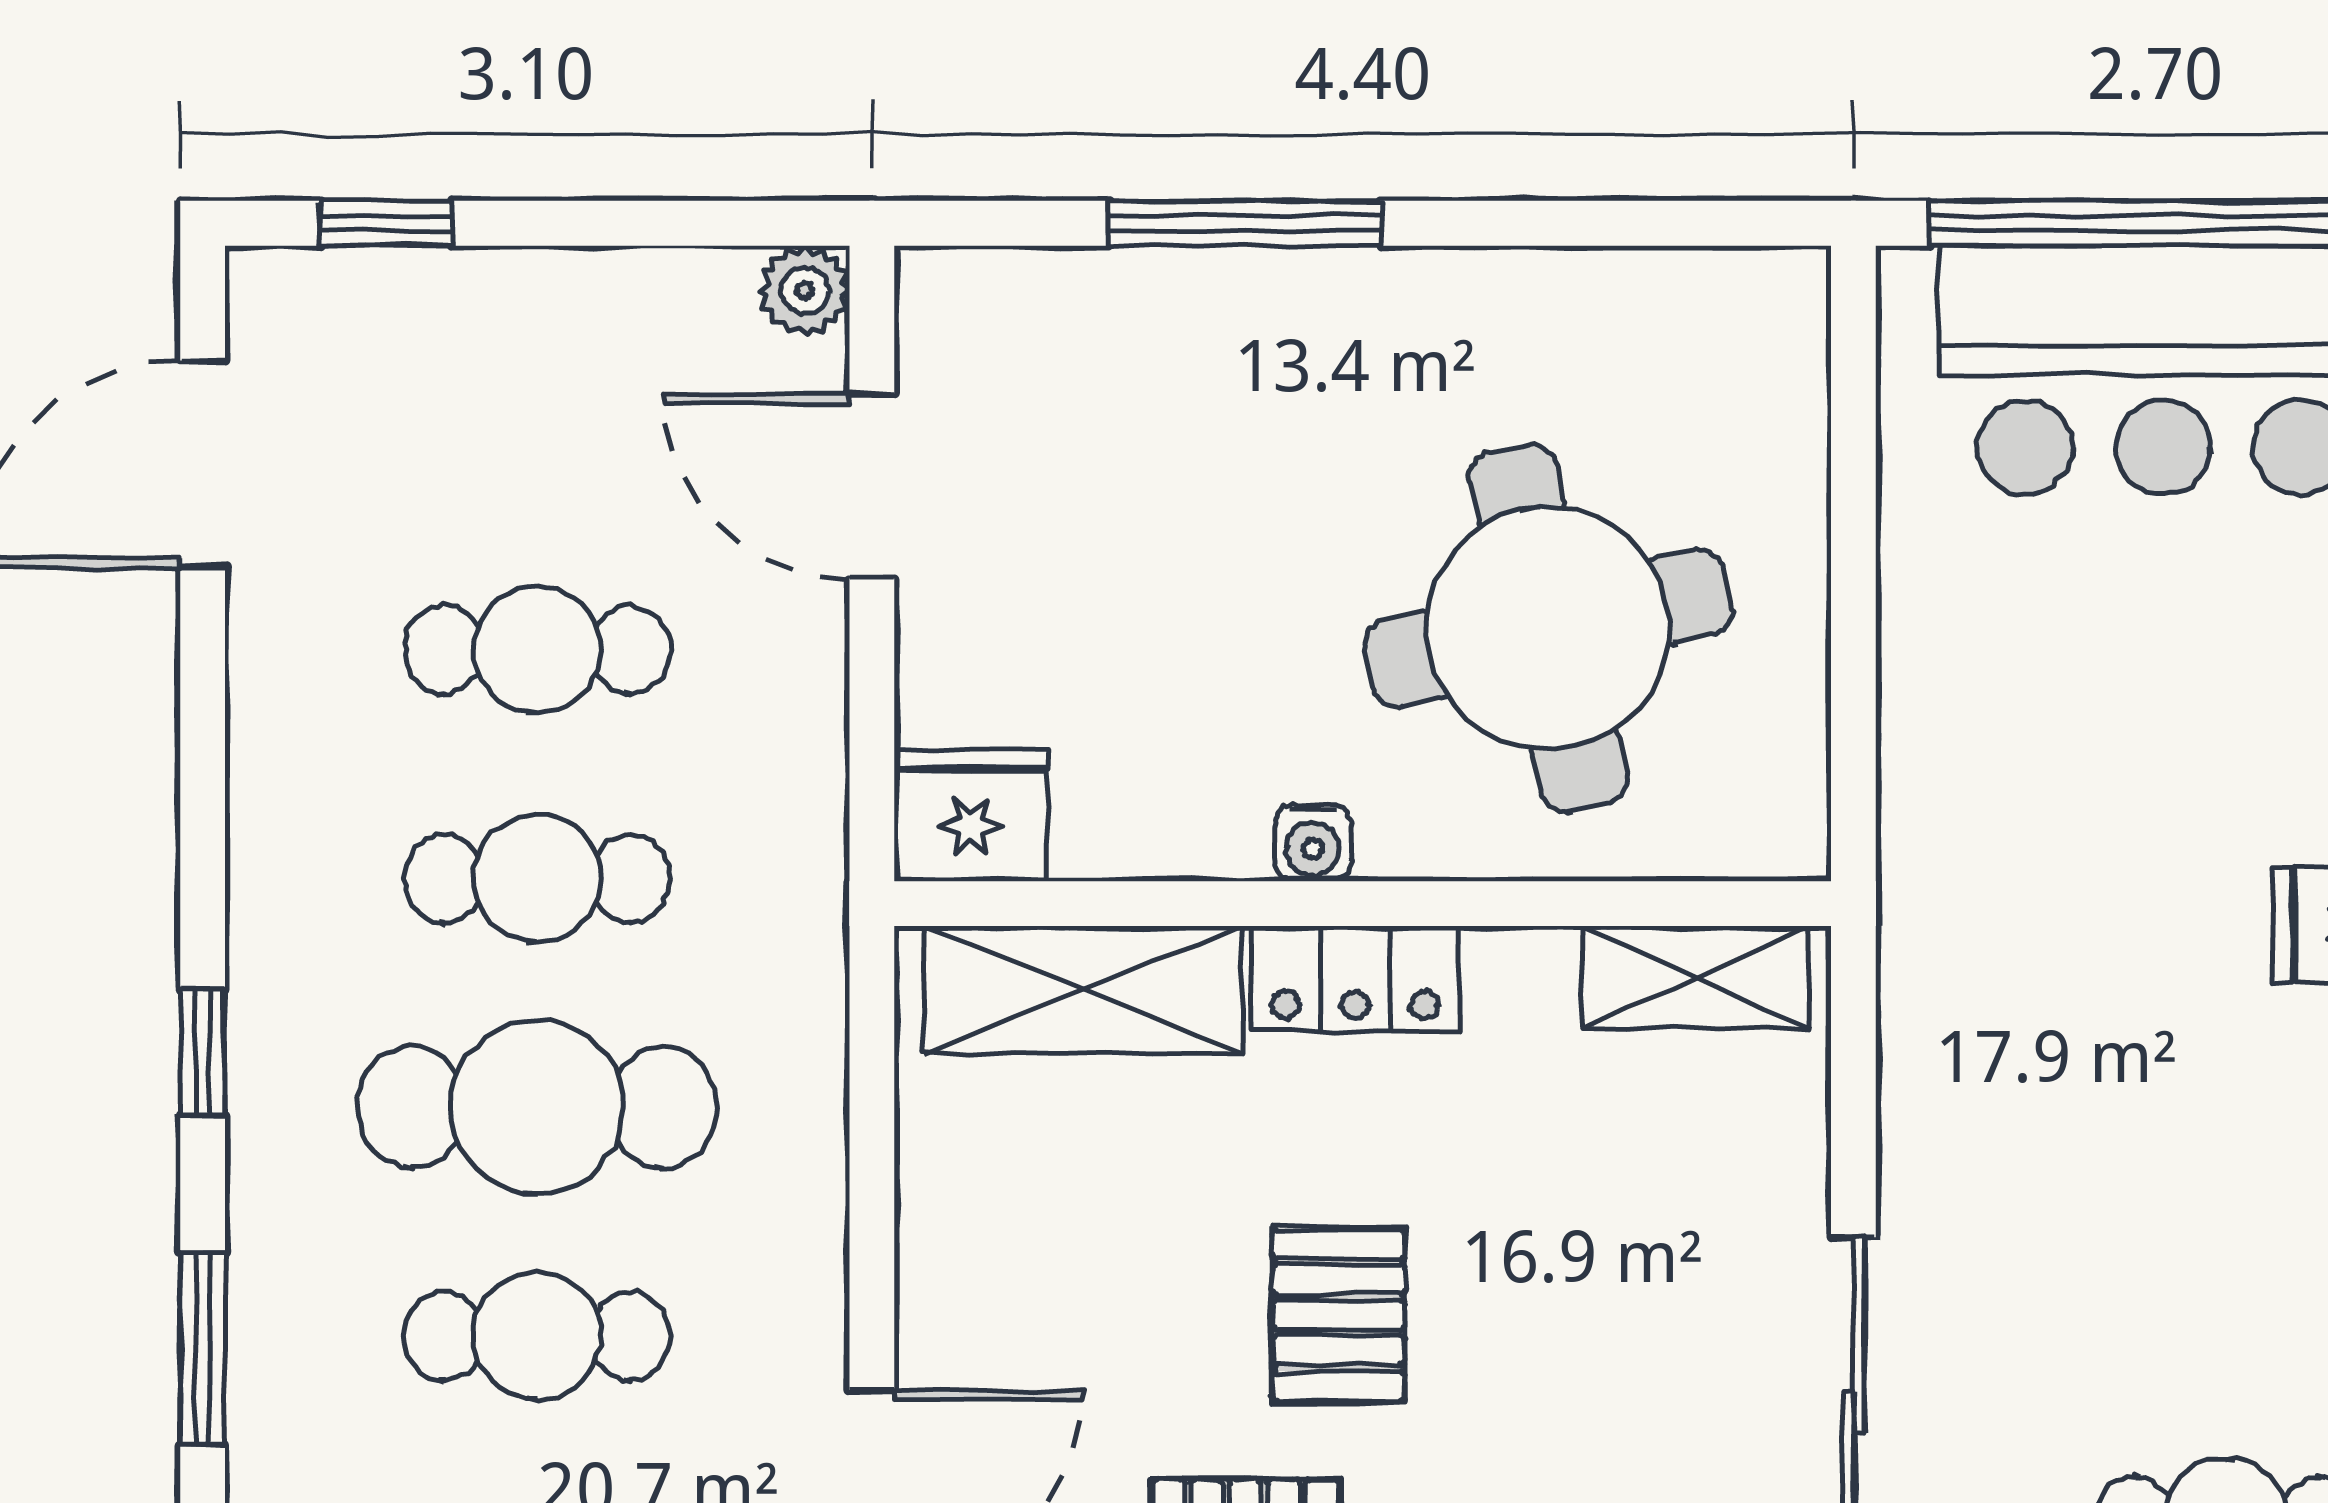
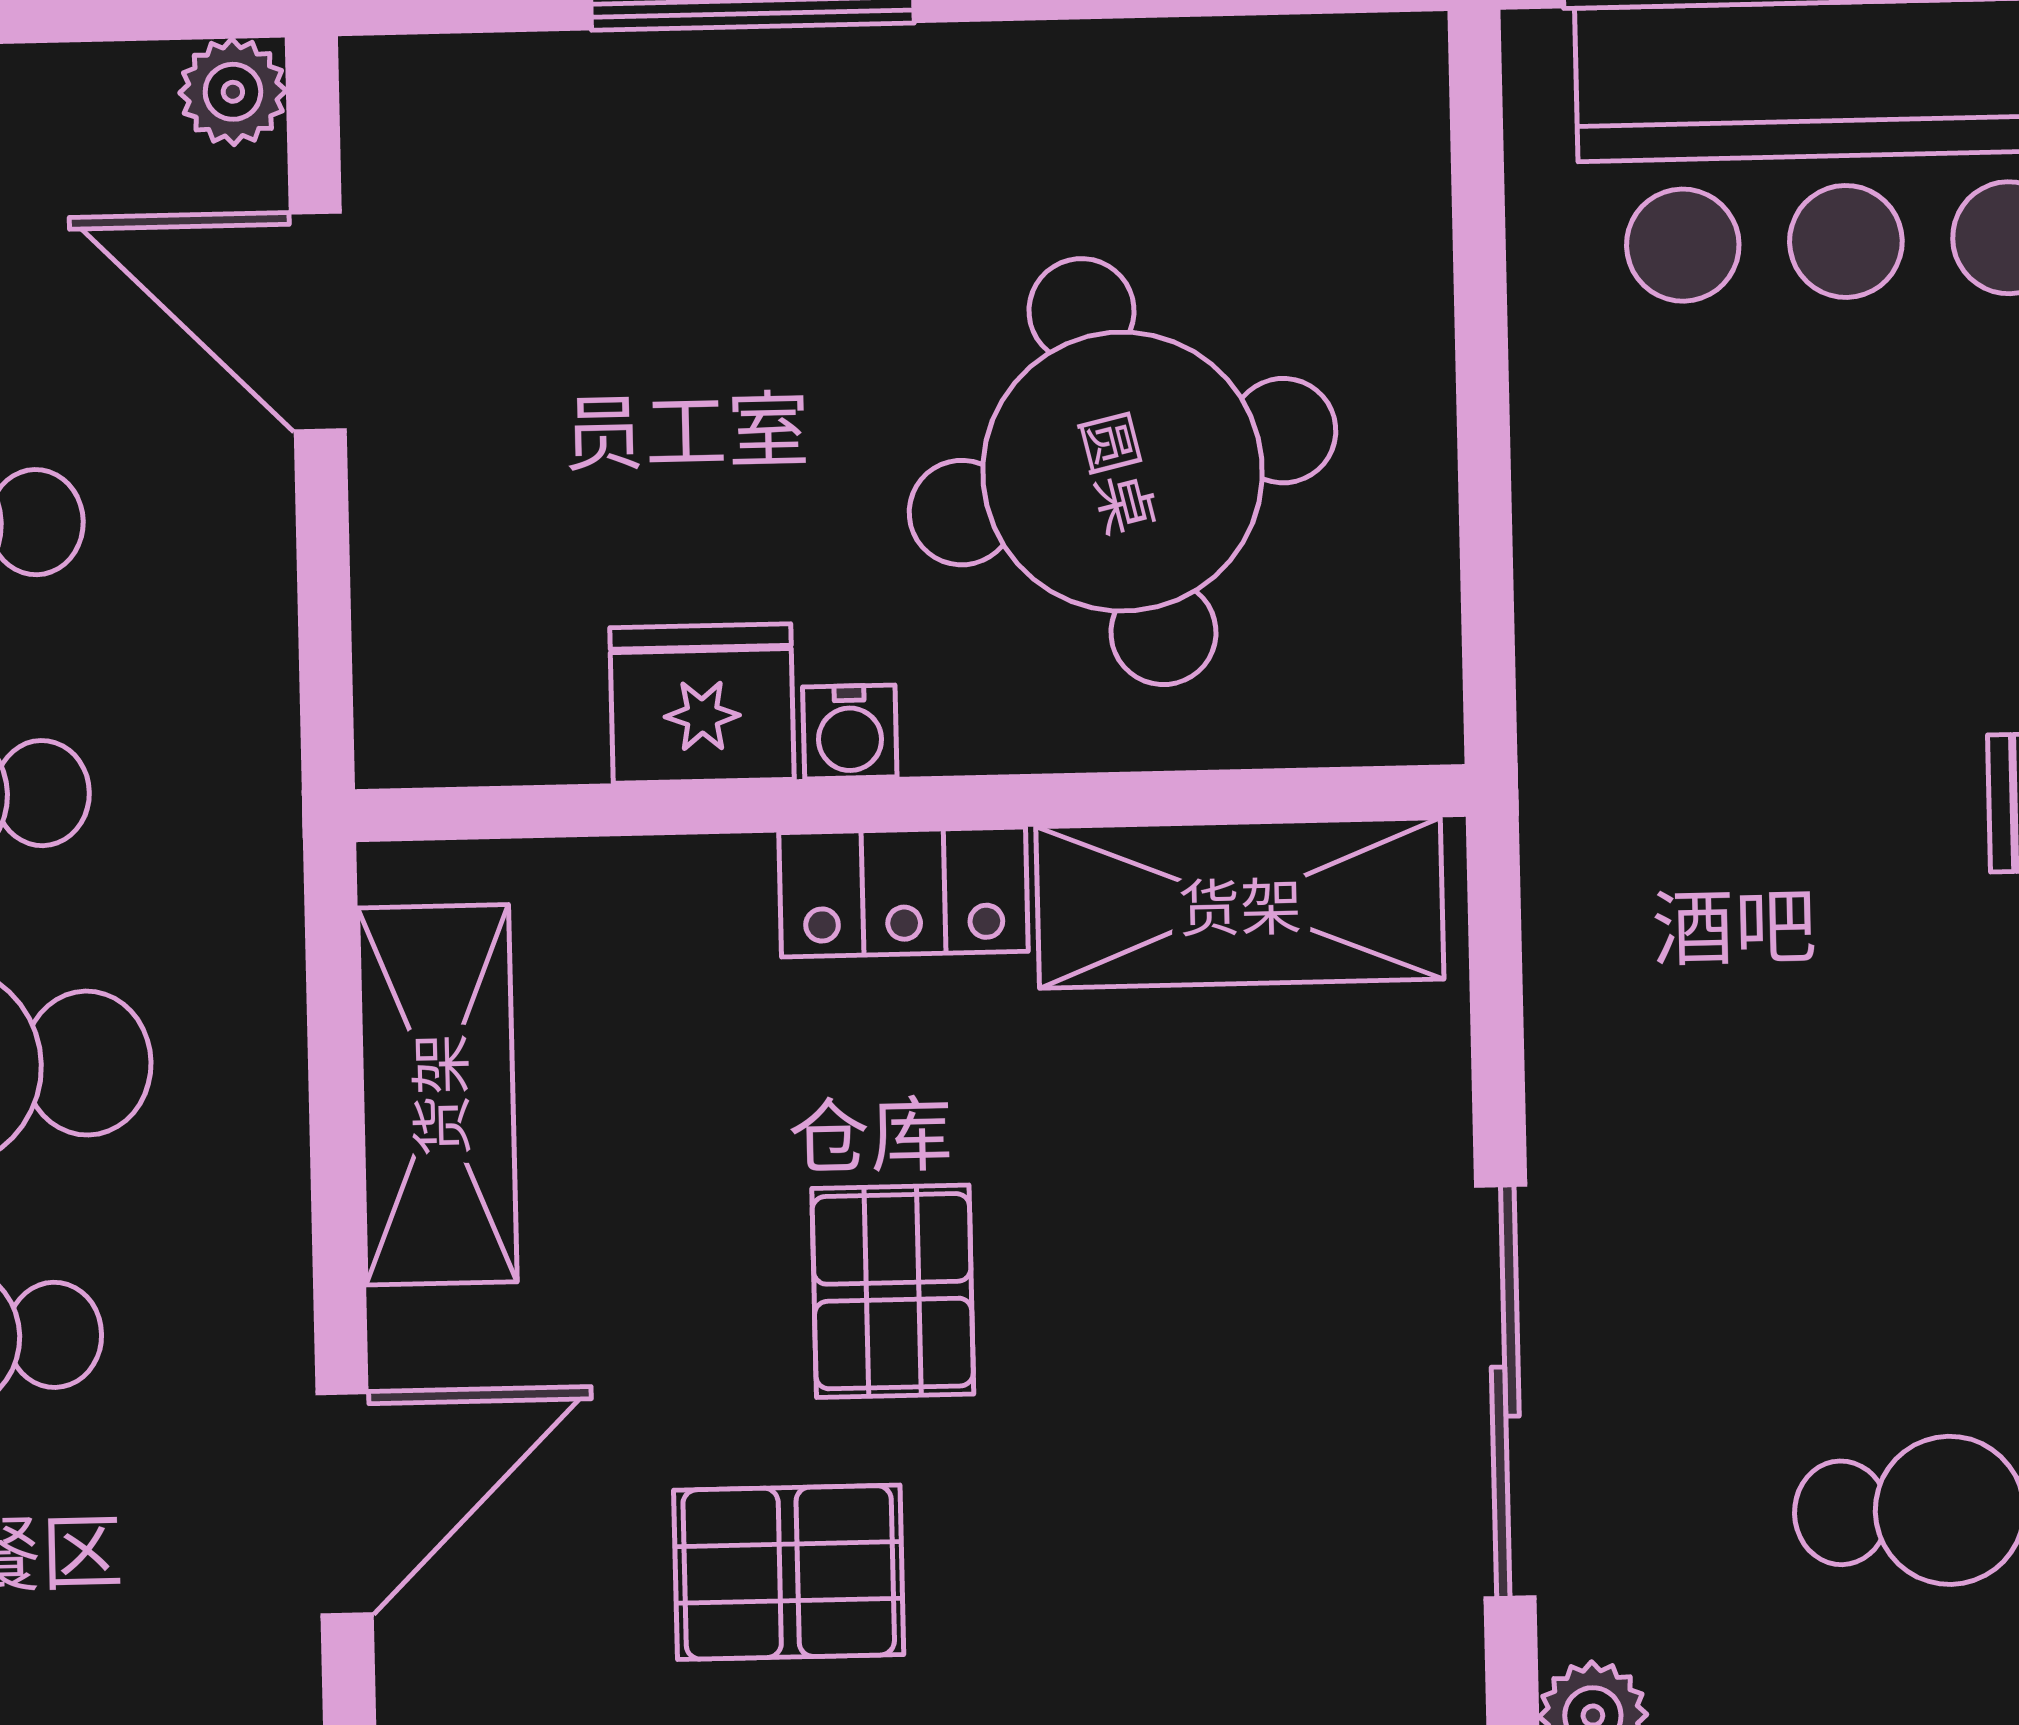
fridge: (971, 816) -> (702, 703), moved
shelving: (1696, 977) -> (1240, 903), width x1.50, depth x1.33
shelving: (1083, 990) -> (437, 1095), moved, turned 90

